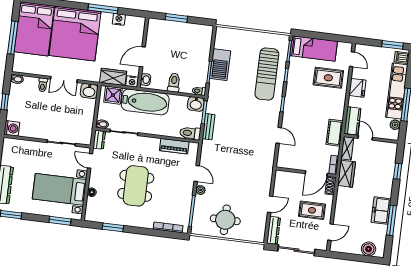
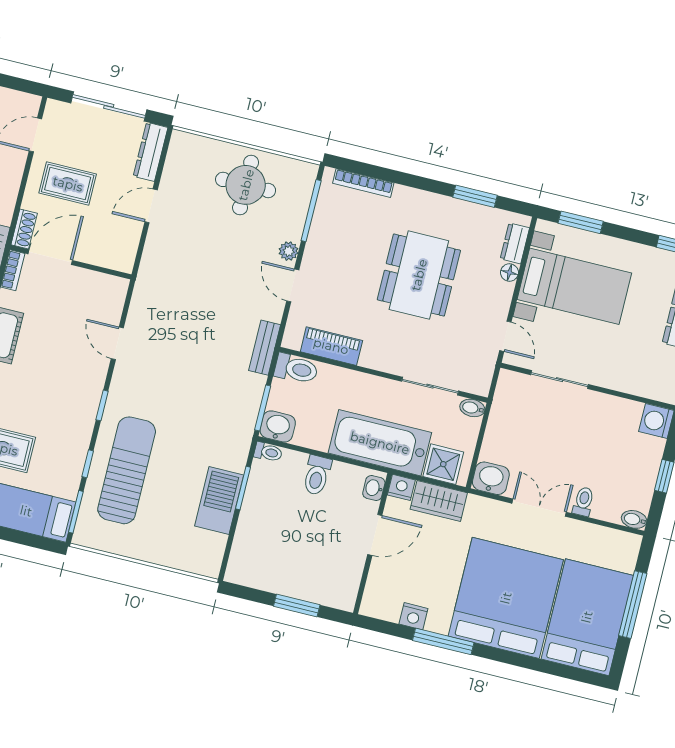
bench: (209, 127) -> (265, 348), moved
dresser: (99, 140) -> (515, 243), moved

